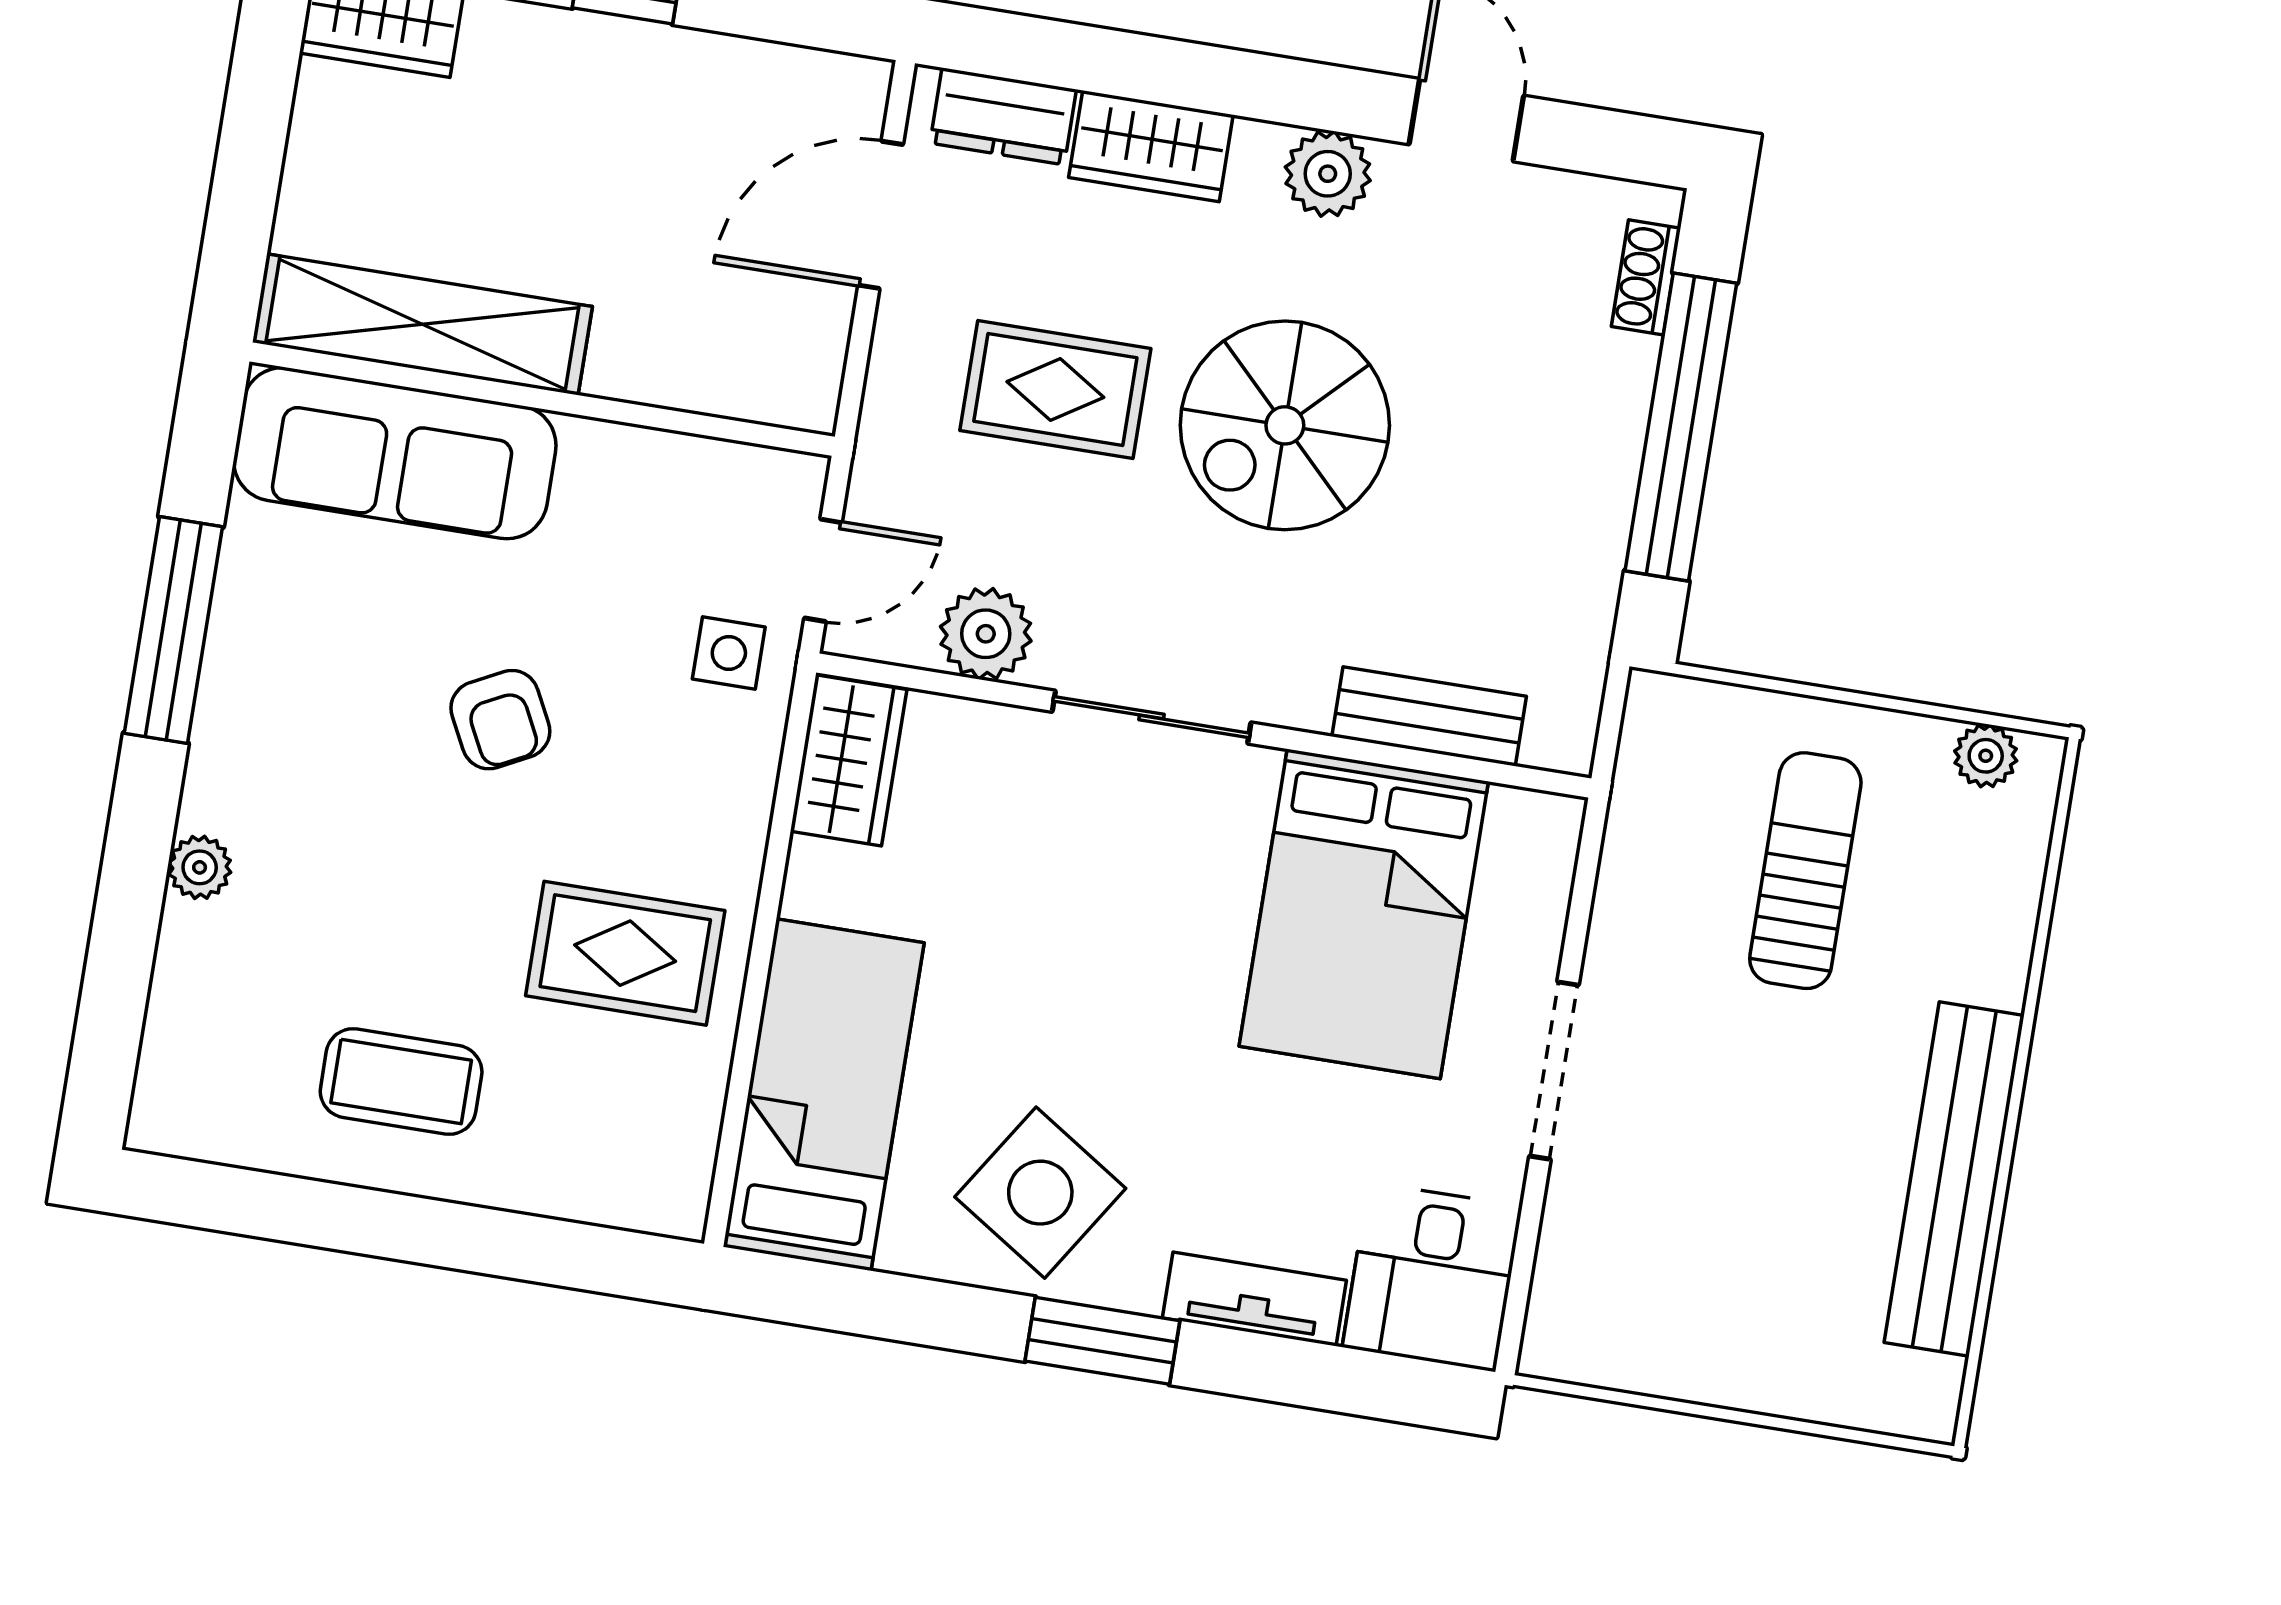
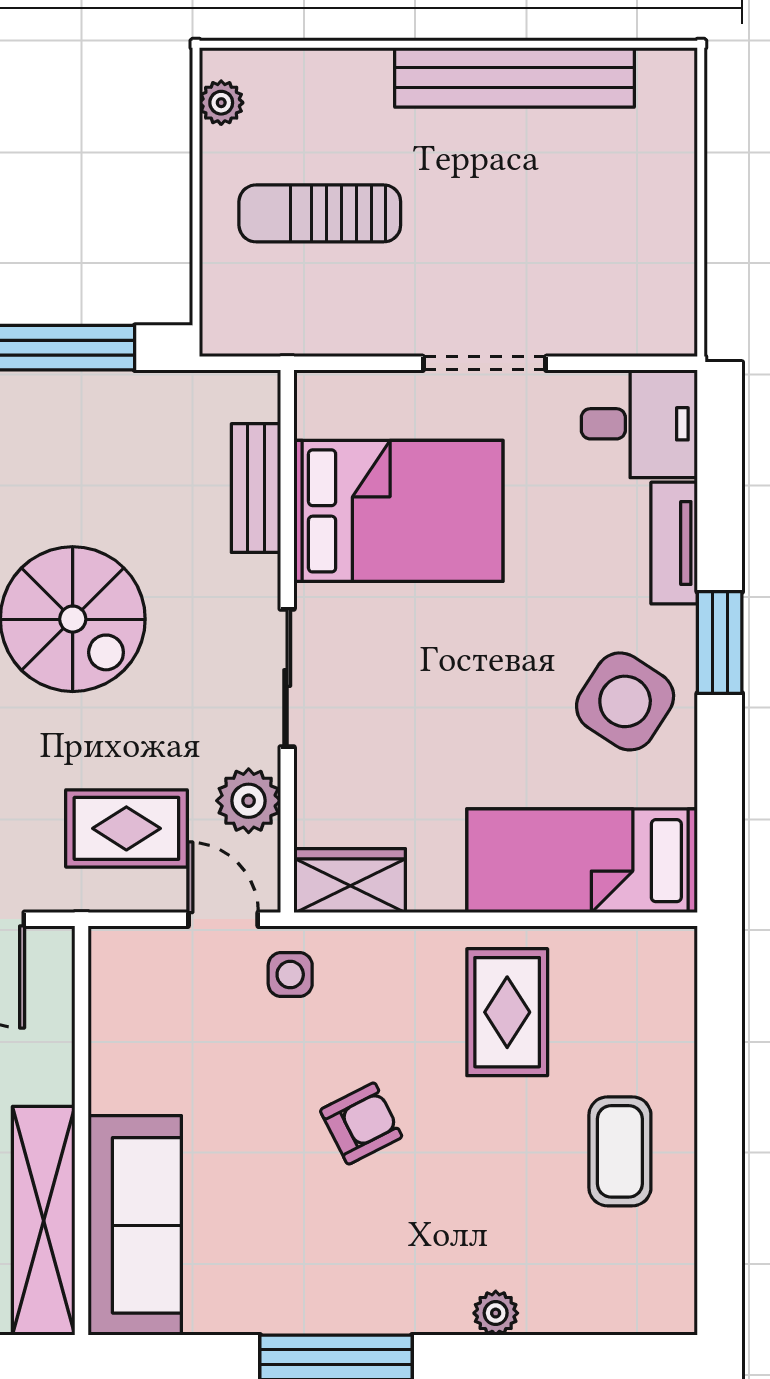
shelving: (422, 324) -> (44, 1221), moved
rug: (1055, 390) -> (126, 828), moved, turned 90
wall: (542, 399) -> (81, 1130), moved
sofa: (395, 453) -> (135, 1225), moved

